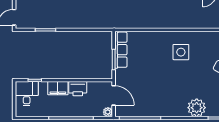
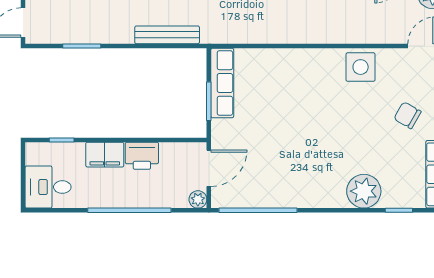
bench: (91, 24) -> (167, 35), added
side table: (181, 52) -> (361, 67), moved
desk: (27, 94) -> (48, 187), moved, turned -90
door: (114, 95) -> (209, 168), hinge flipped

